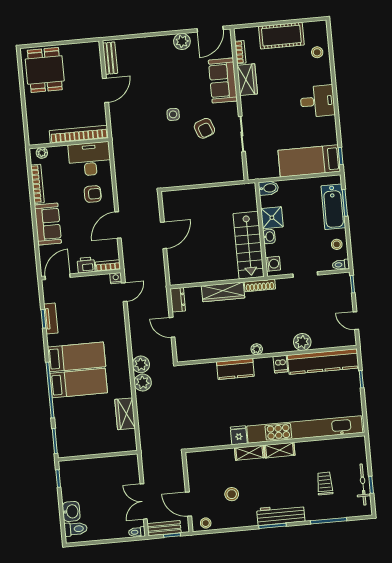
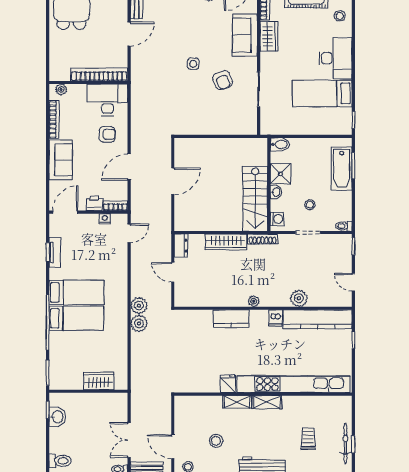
desk: (317, 101) -> (336, 58), width x1.37
bed: (309, 161) -> (322, 93), moved
stool: (337, 244) -> (310, 205), moved
nightstand: (116, 278) -> (105, 219), moved
wardrobe: (125, 414) -> (99, 381), moved, turned 90
washbasin: (71, 511) -> (57, 417), moved

